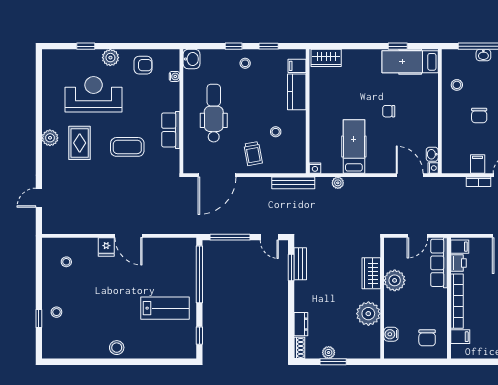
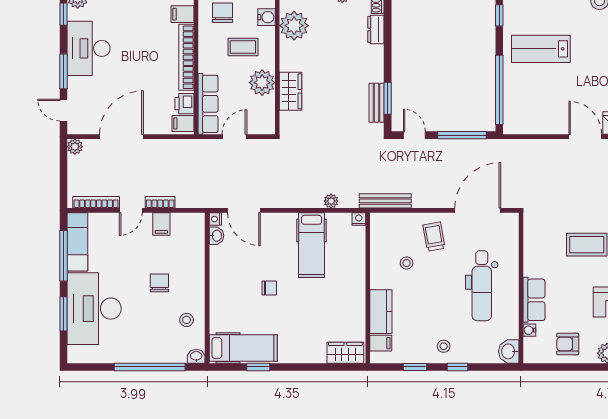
washbasin: (483, 55) -> (196, 356), moved
row of seats: (171, 130) -> (534, 300), moved
coffee table: (410, 310) -> (243, 47), added
plant: (368, 314) -> (294, 26), moved

